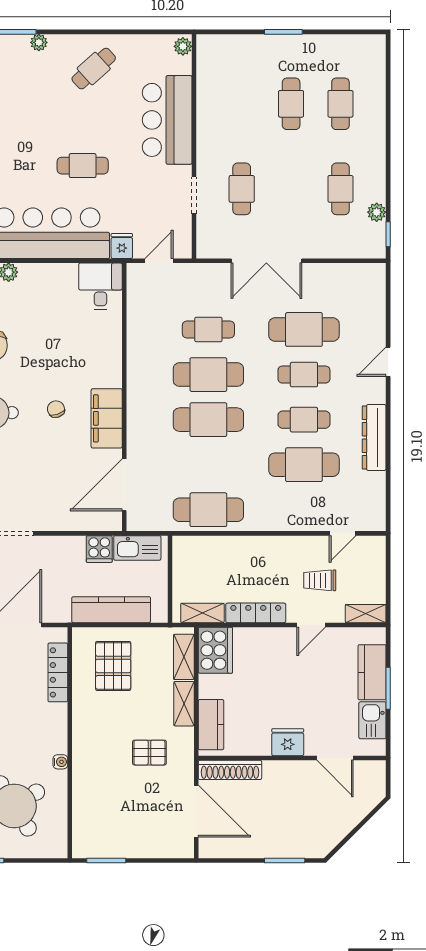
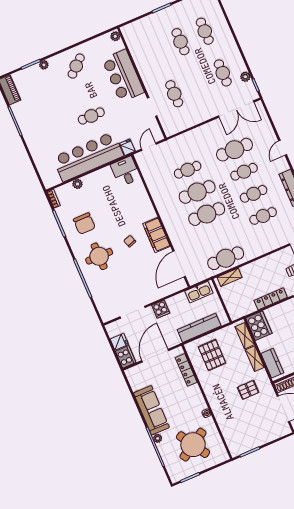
double door: (266, 261) -> (236, 109), moved
cafe table: (304, 465) -> (263, 216), width x0.73, depth x0.74
cooker: (99, 549) -> (161, 309), moved
shelving: (202, 613) -> (230, 277), moved

